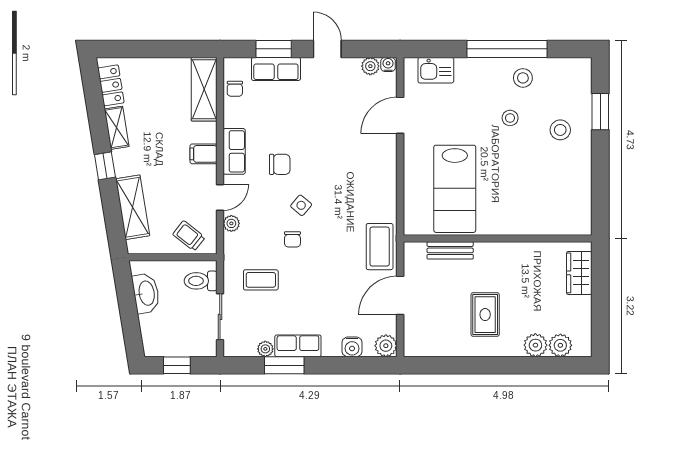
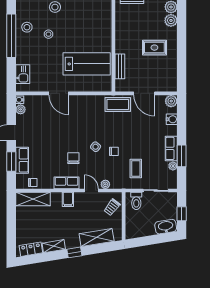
door: (400, 115) -> (59, 93), moved
washbasin: (146, 293) -> (166, 227), moved

